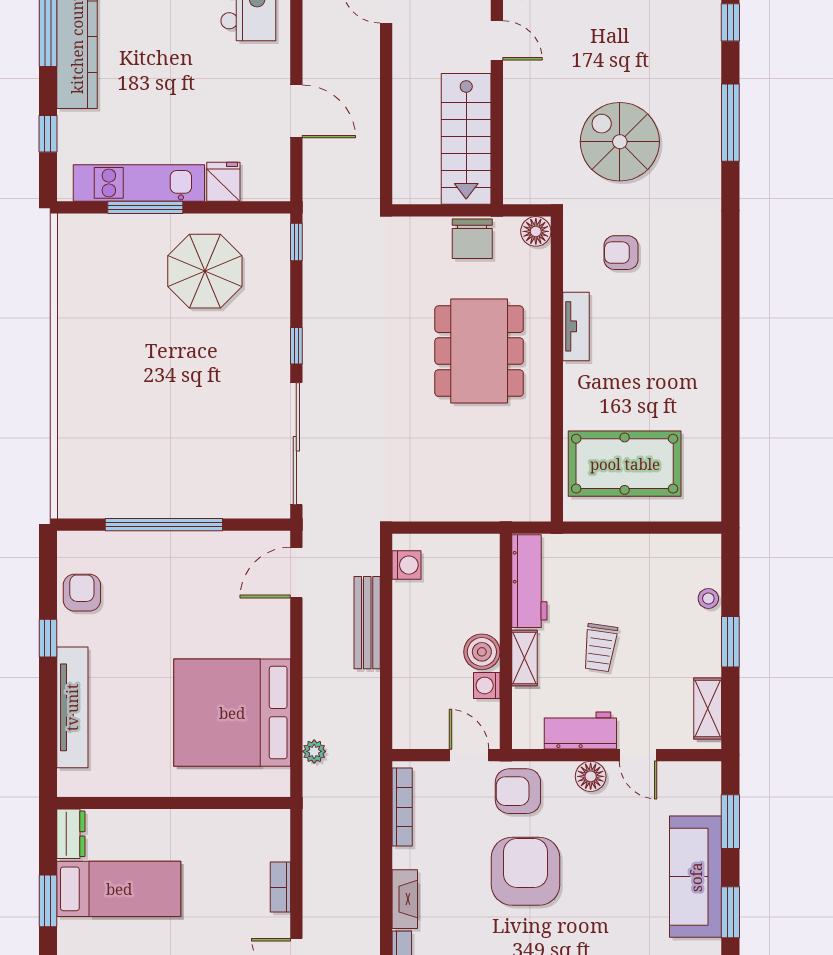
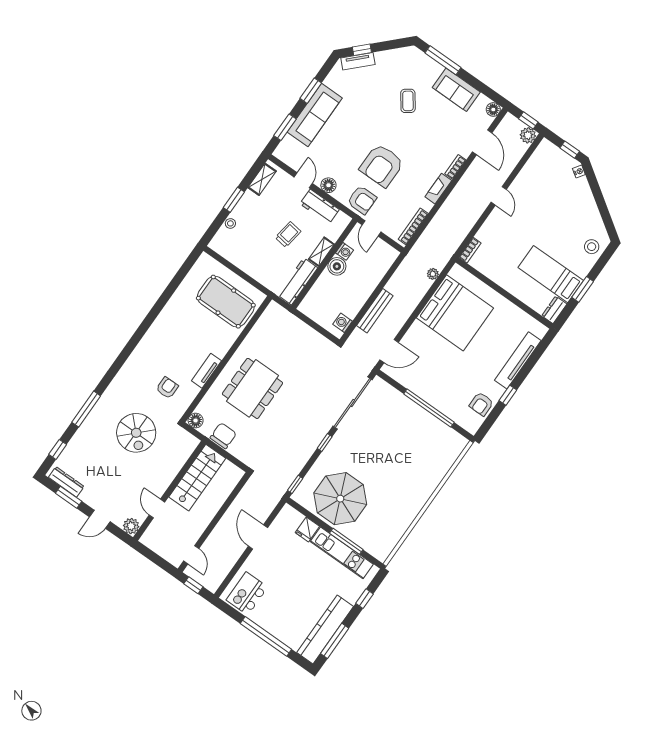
armchair: (621, 253) -> (167, 388), turned -90
parasol: (205, 271) -> (340, 499), width x1.36, depth x1.36
bookcase: (280, 887) -> (470, 250), moved

